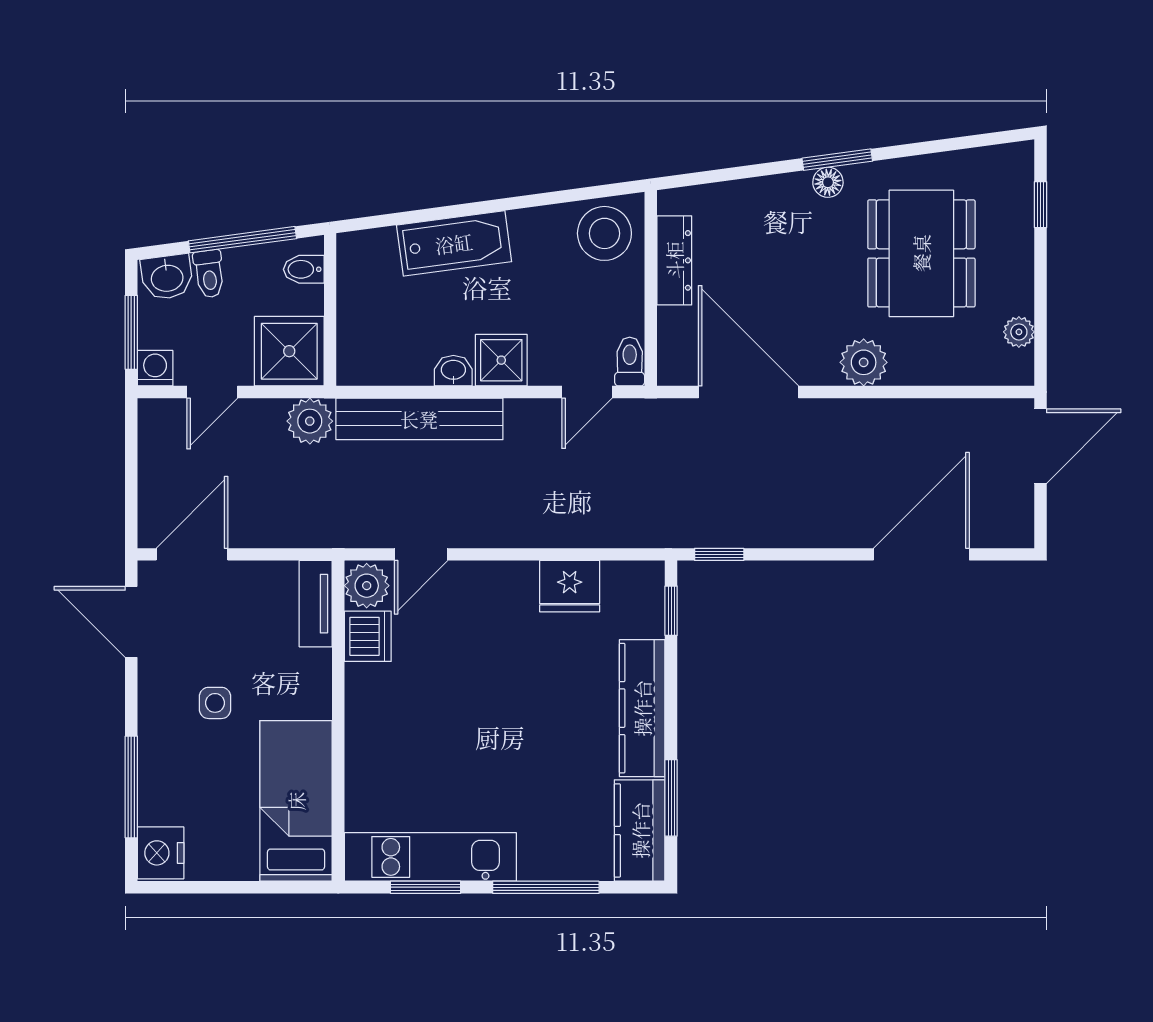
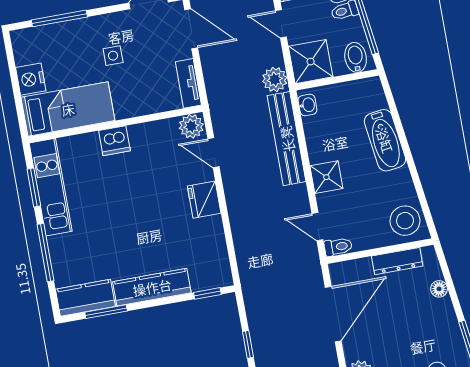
floor lamp: (828, 182) -> (439, 289), moved
bidet: (304, 269) -> (356, 57), width x1.38, depth x1.36
washbasin: (453, 371) -> (307, 105), moved
window: (719, 554) -> (248, 344), moved
fridge: (570, 586) -> (204, 200), moved
tv unit: (316, 604) -> (188, 83), moved, turned -90
dishwasher: (368, 636) -> (114, 141), moved
nightstand: (161, 853) -> (31, 79), moved, turned -90

